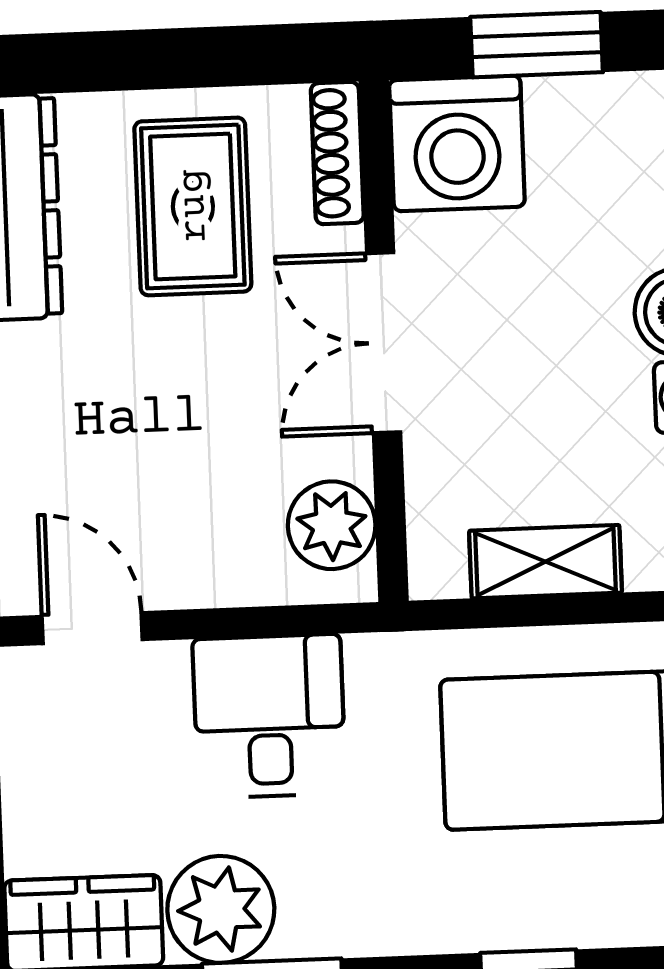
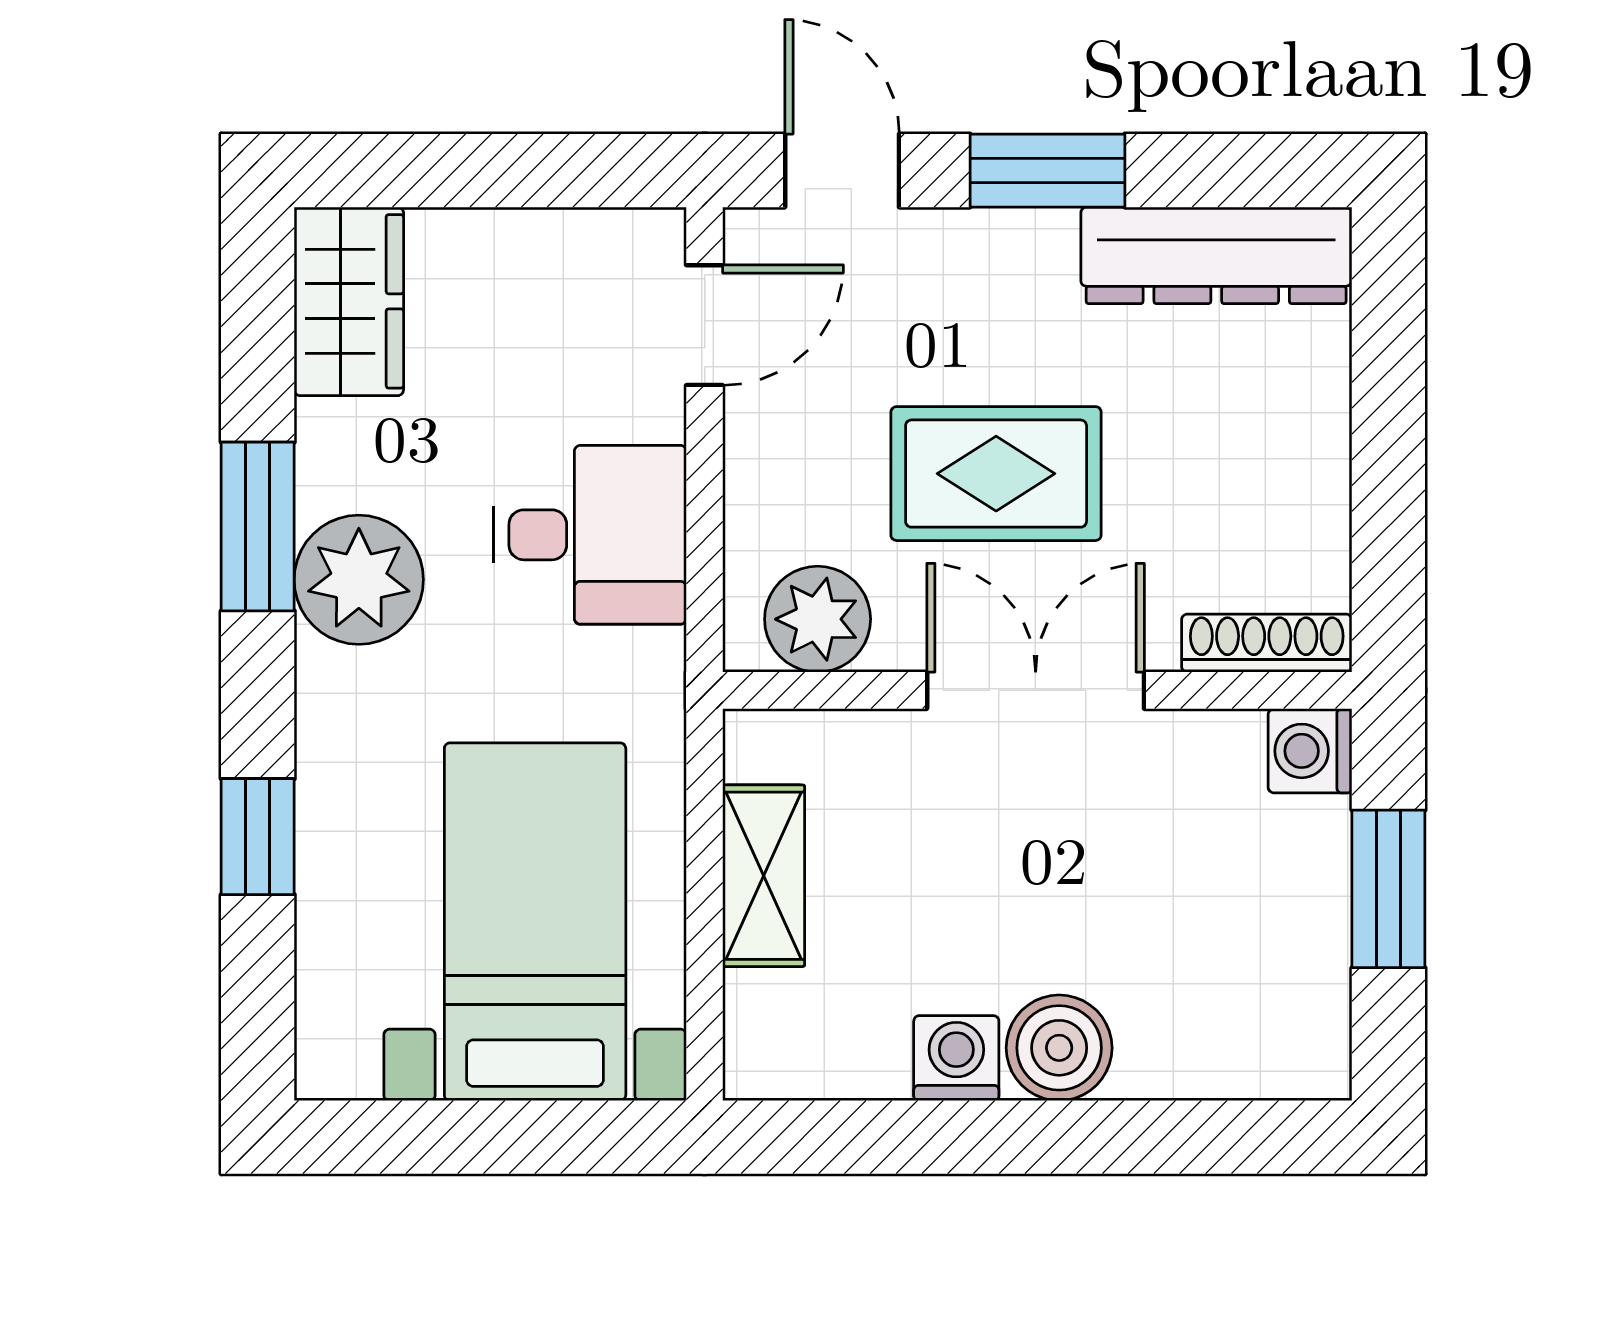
washing machine: (457, 143) -> (1310, 751), width x0.53, depth x0.53
rug: (193, 206) -> (996, 474), moved
plant: (221, 909) -> (359, 580), moved

